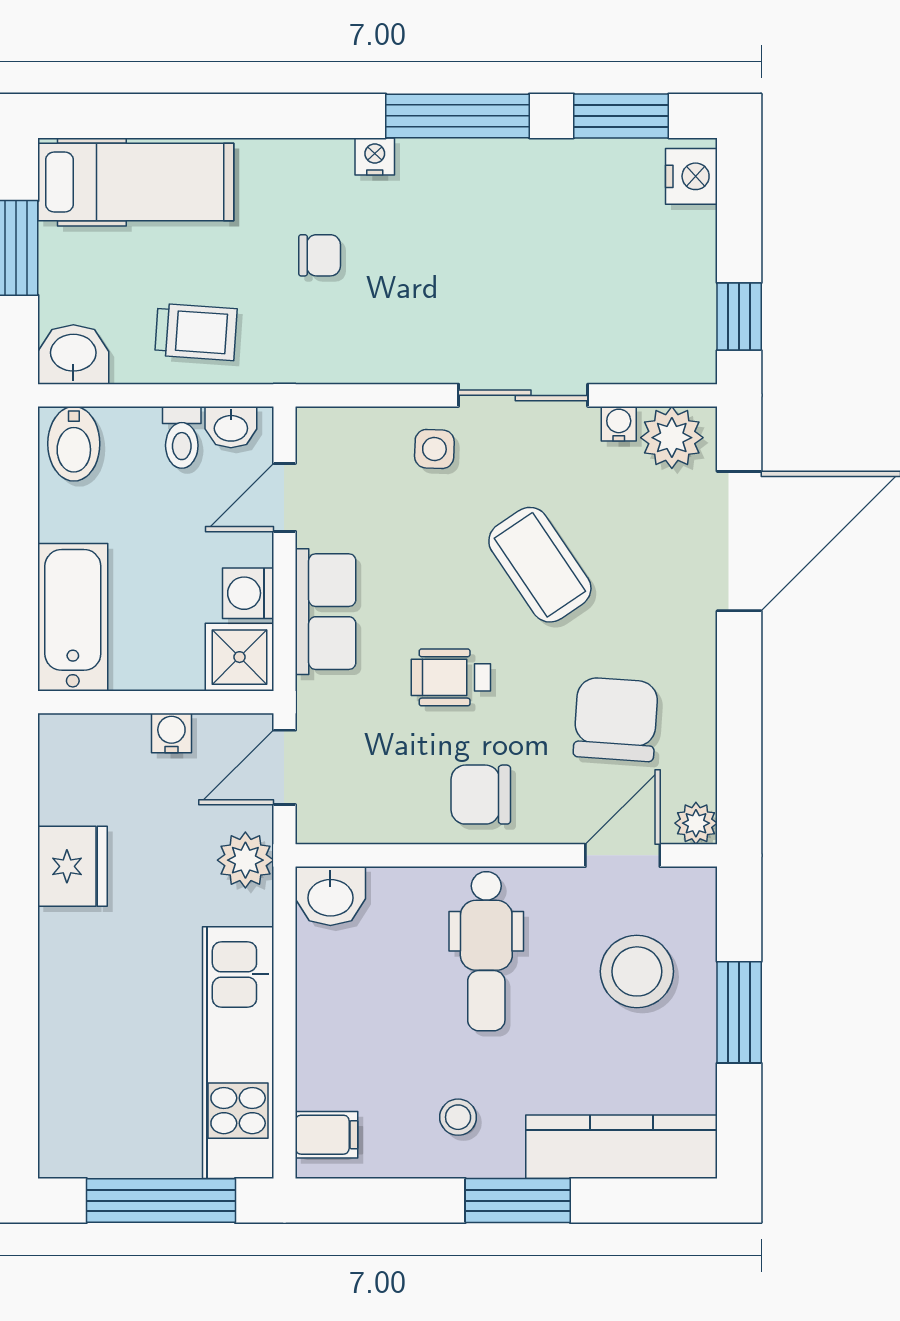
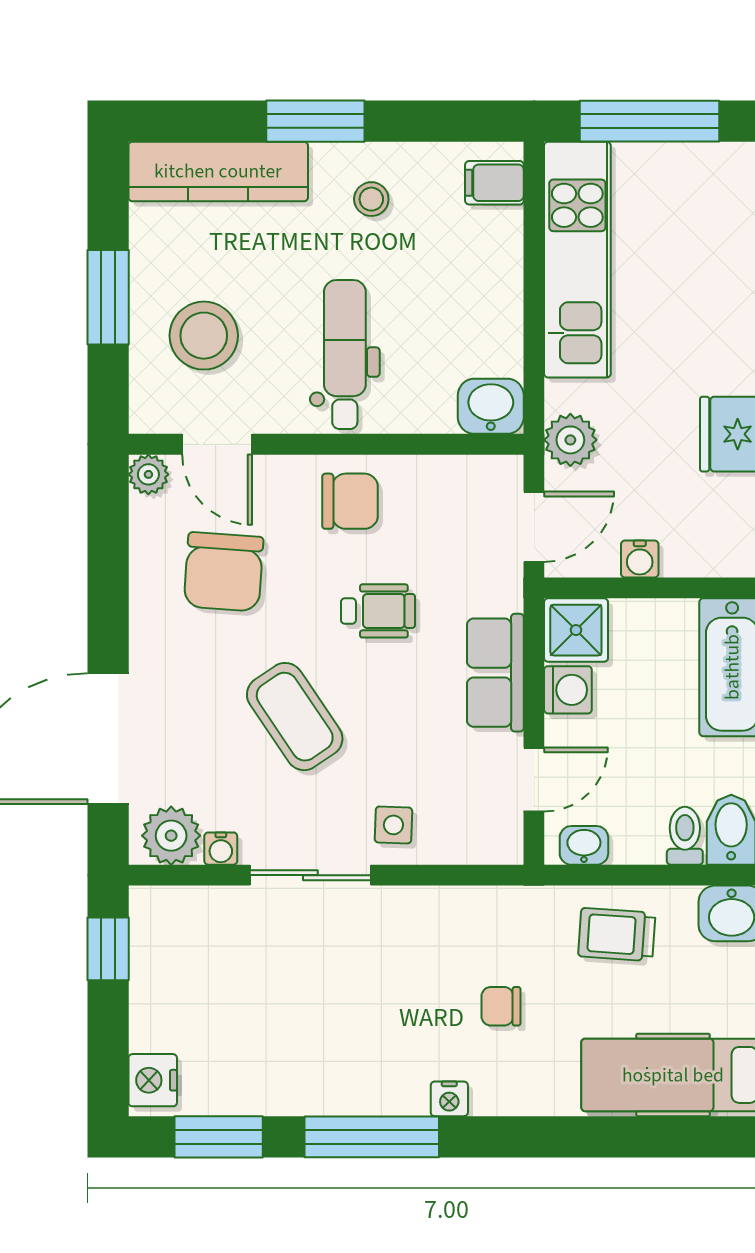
toilet: (182, 437) -> (685, 836), moved
door: (623, 855) -> (217, 444), hinge flipped

